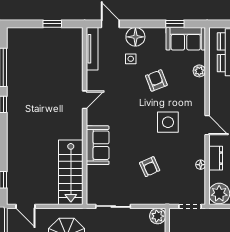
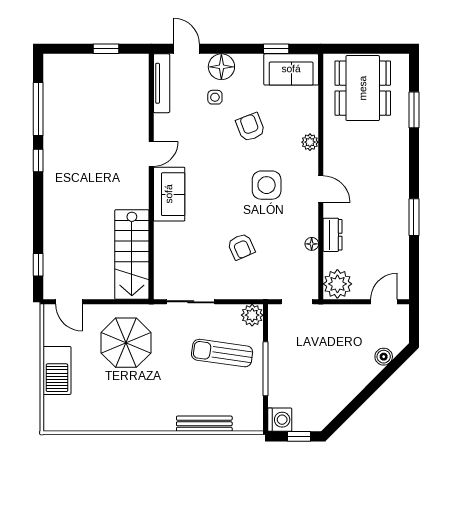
plant: (199, 71) -> (310, 142), moved
sofa: (98, 145) -> (169, 194), moved

